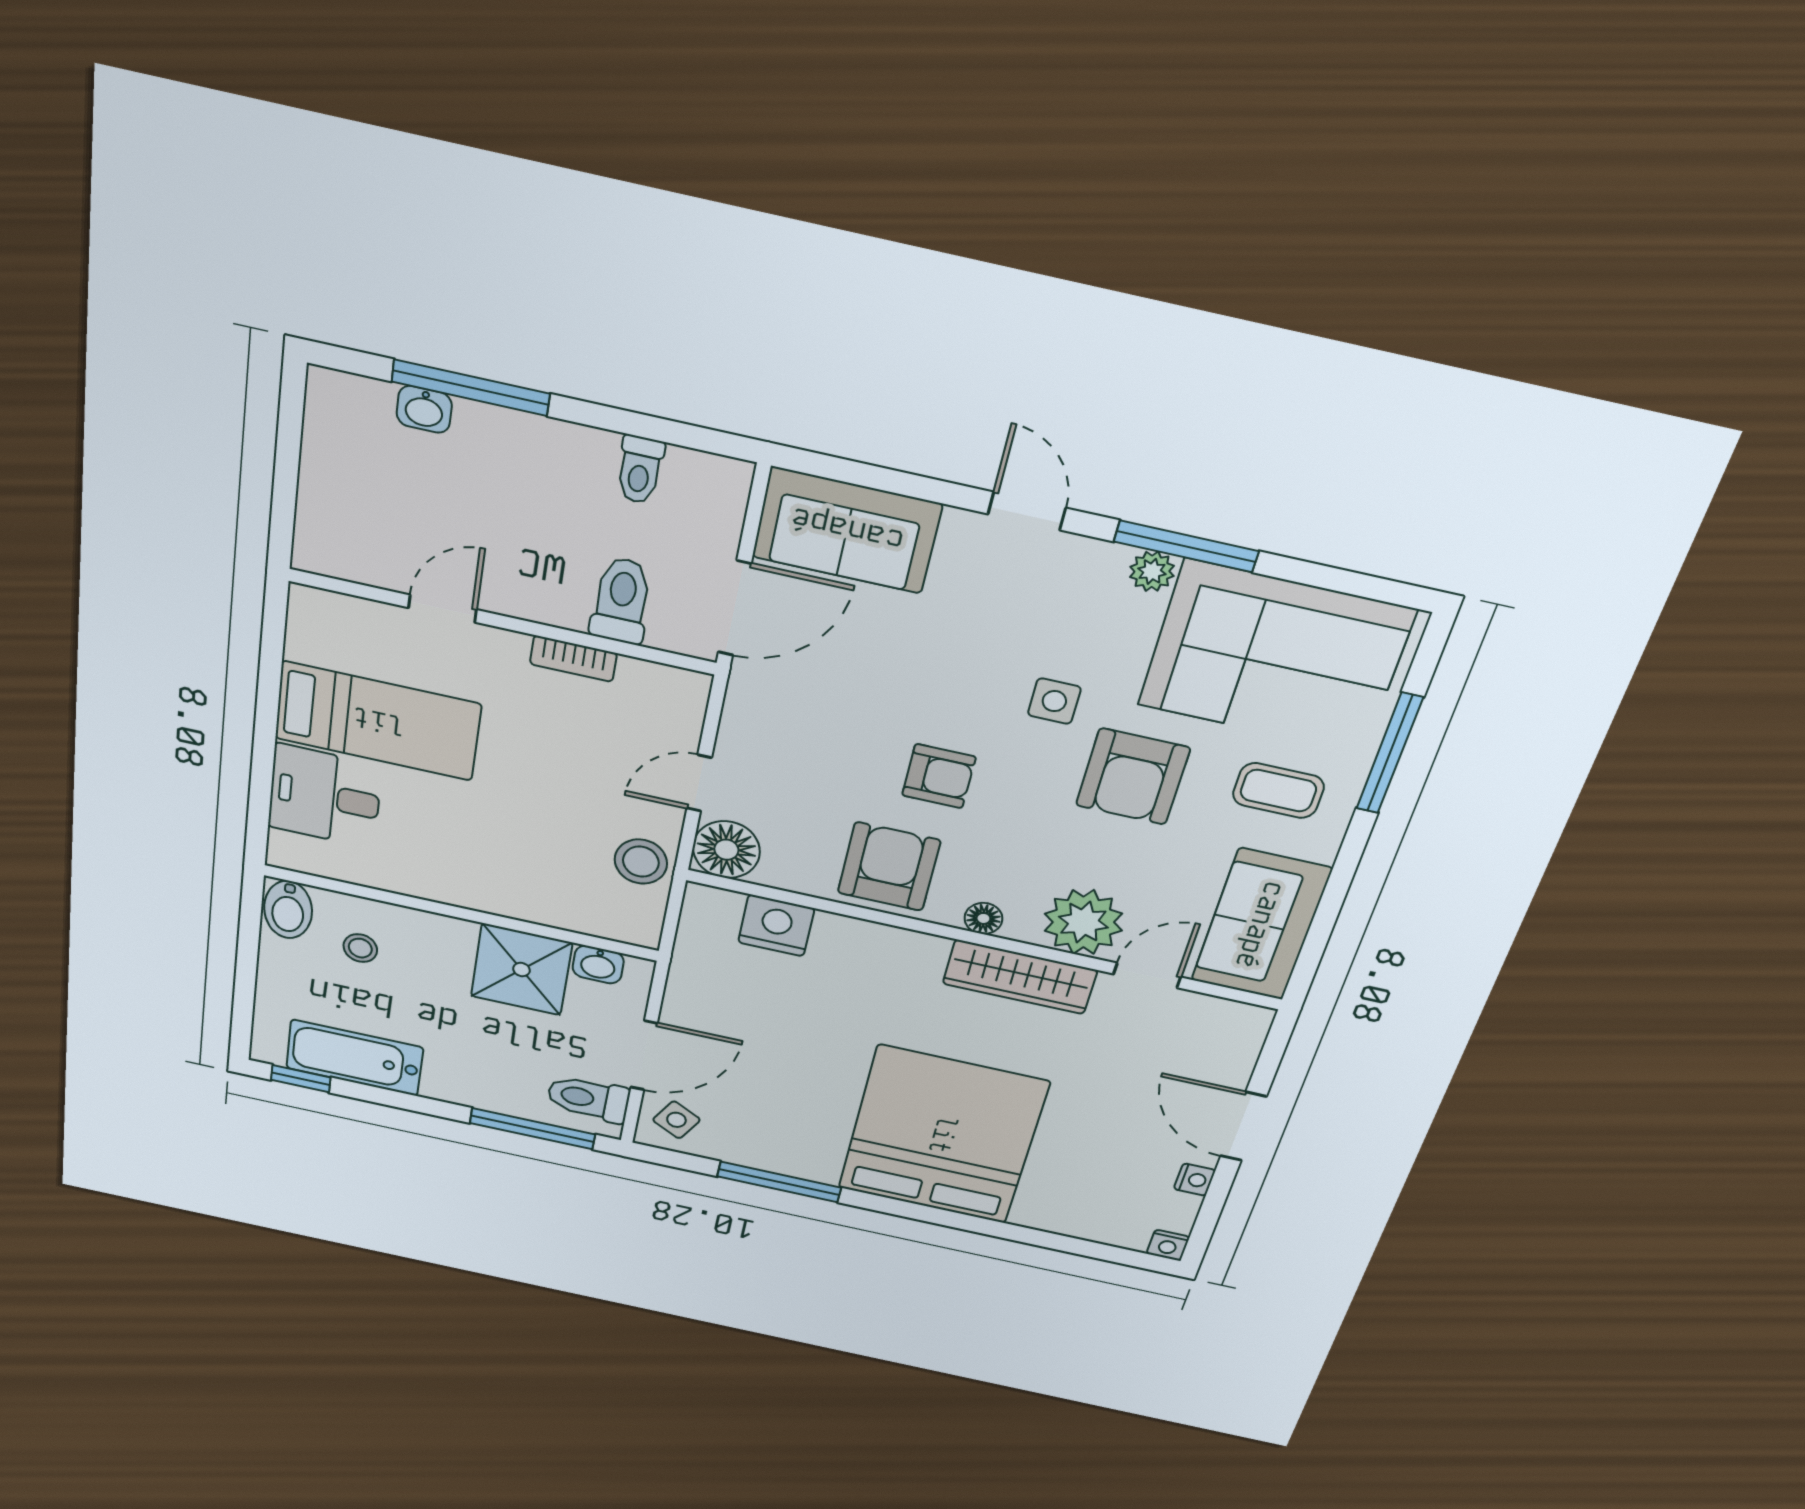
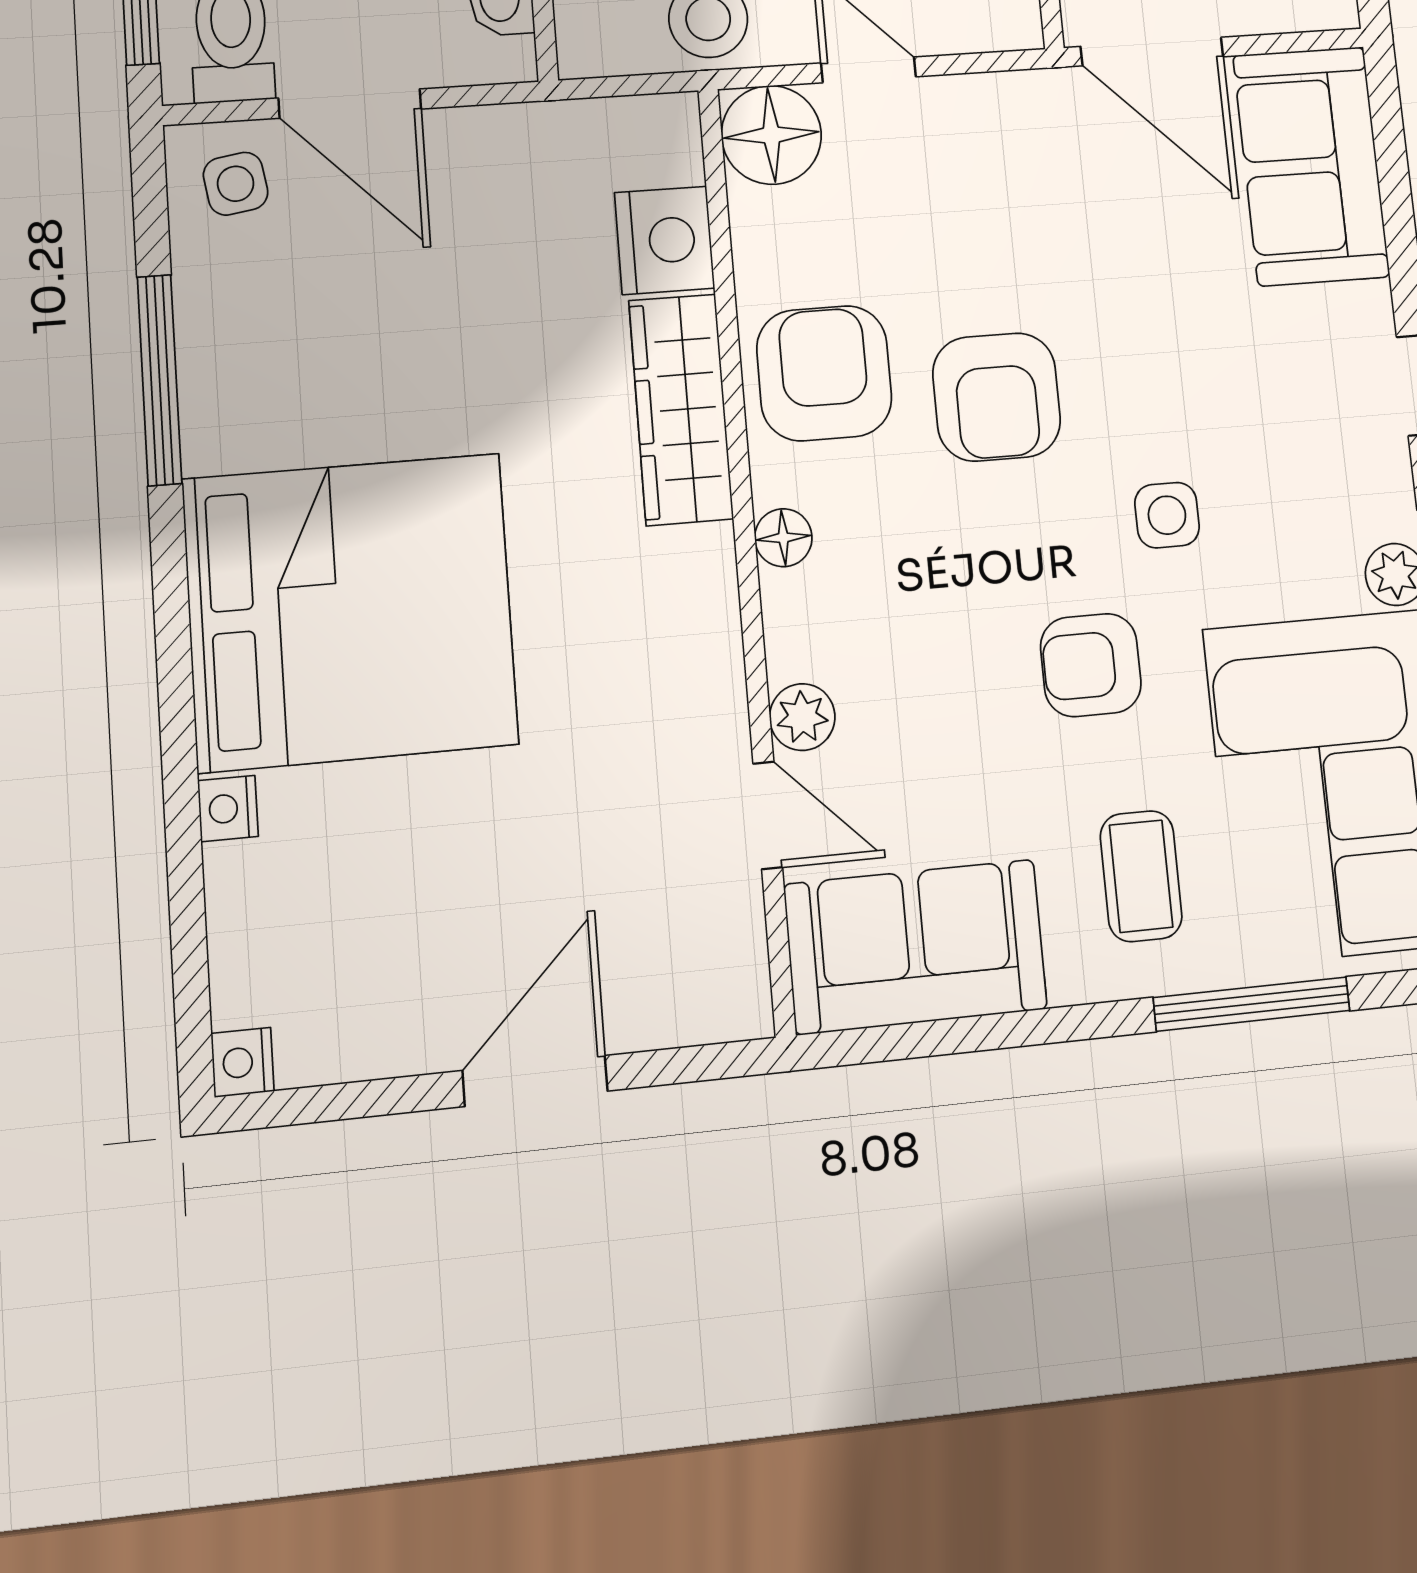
armchair: (939, 776) -> (997, 397), width x1.38, depth x1.38
armchair: (1133, 777) -> (1091, 665), width x0.72, depth x0.72
armchair: (889, 867) -> (824, 373), turned -90
plant: (1083, 922) -> (802, 717), width x0.53, depth x0.53
wardrobe: (1020, 977) -> (681, 409), moved
side table: (676, 1120) -> (236, 184), turned -38
nightstand: (1195, 1180) -> (228, 808), moved, turned 90

